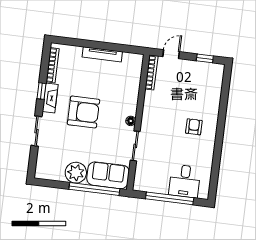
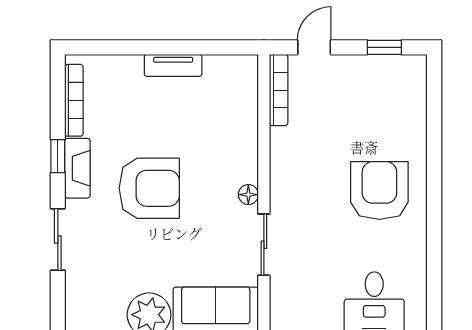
tv unit: (102, 54) -> (173, 65), width x0.71
armchair: (194, 127) -> (379, 191), width x1.88, depth x1.88

